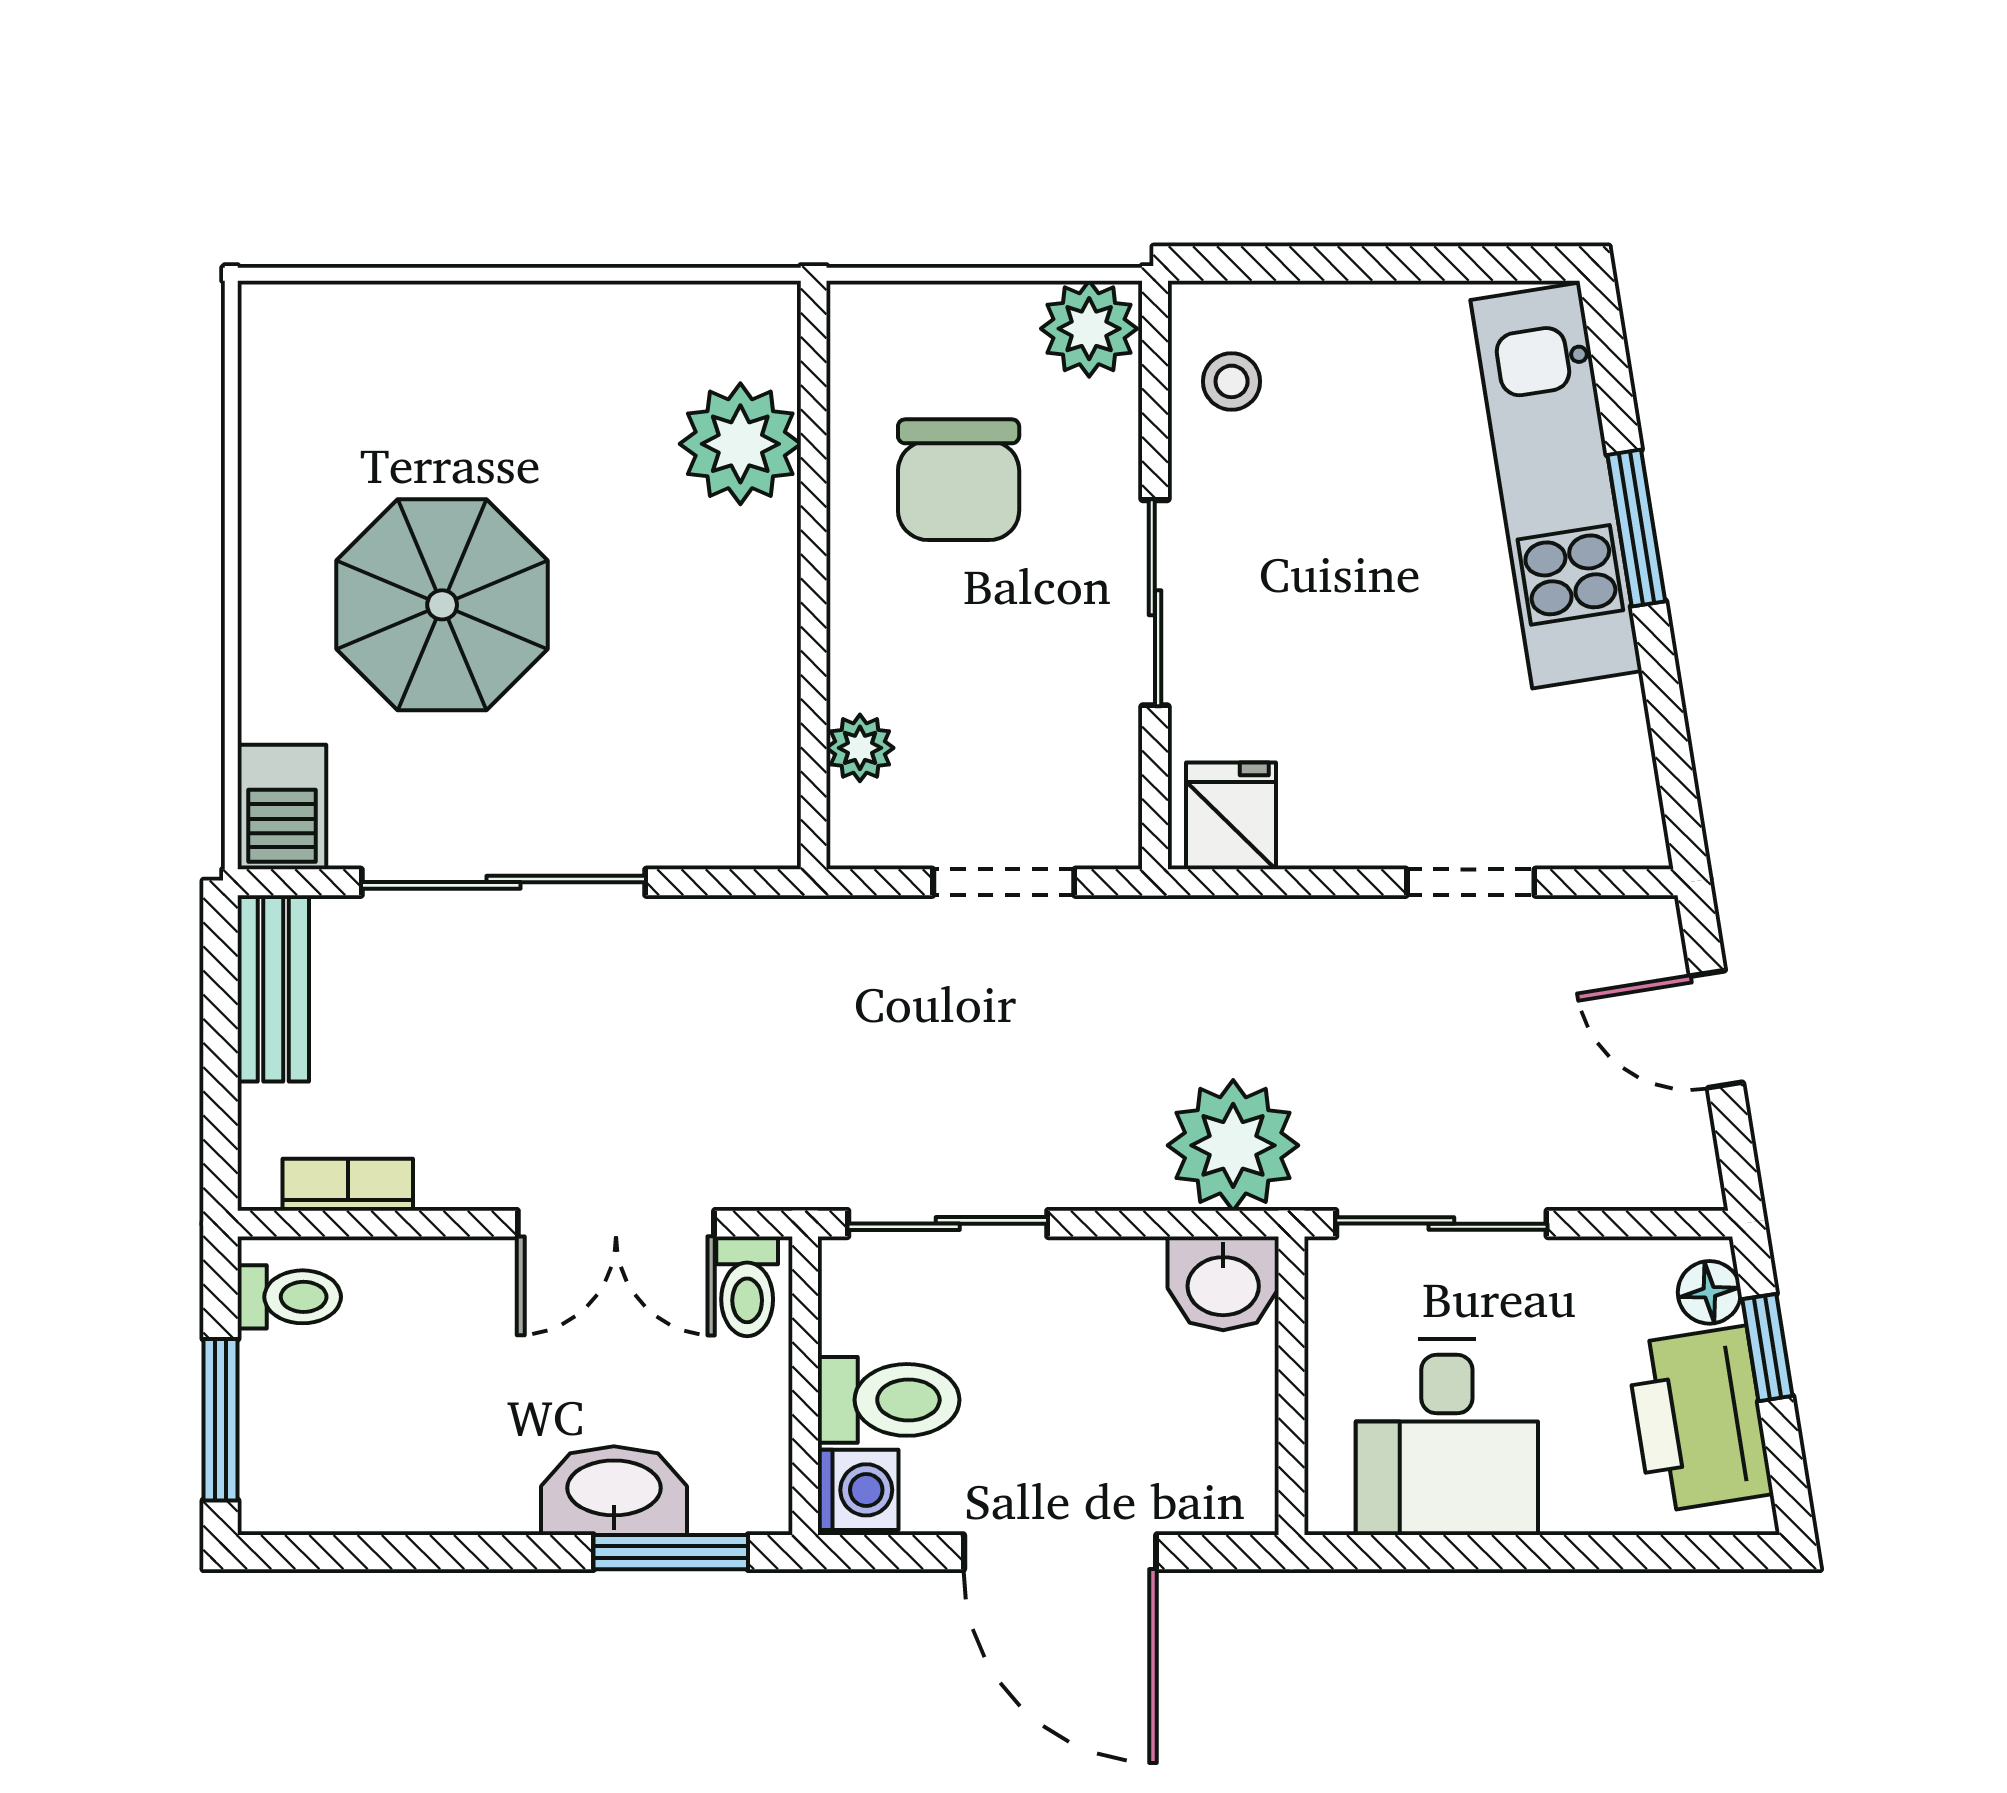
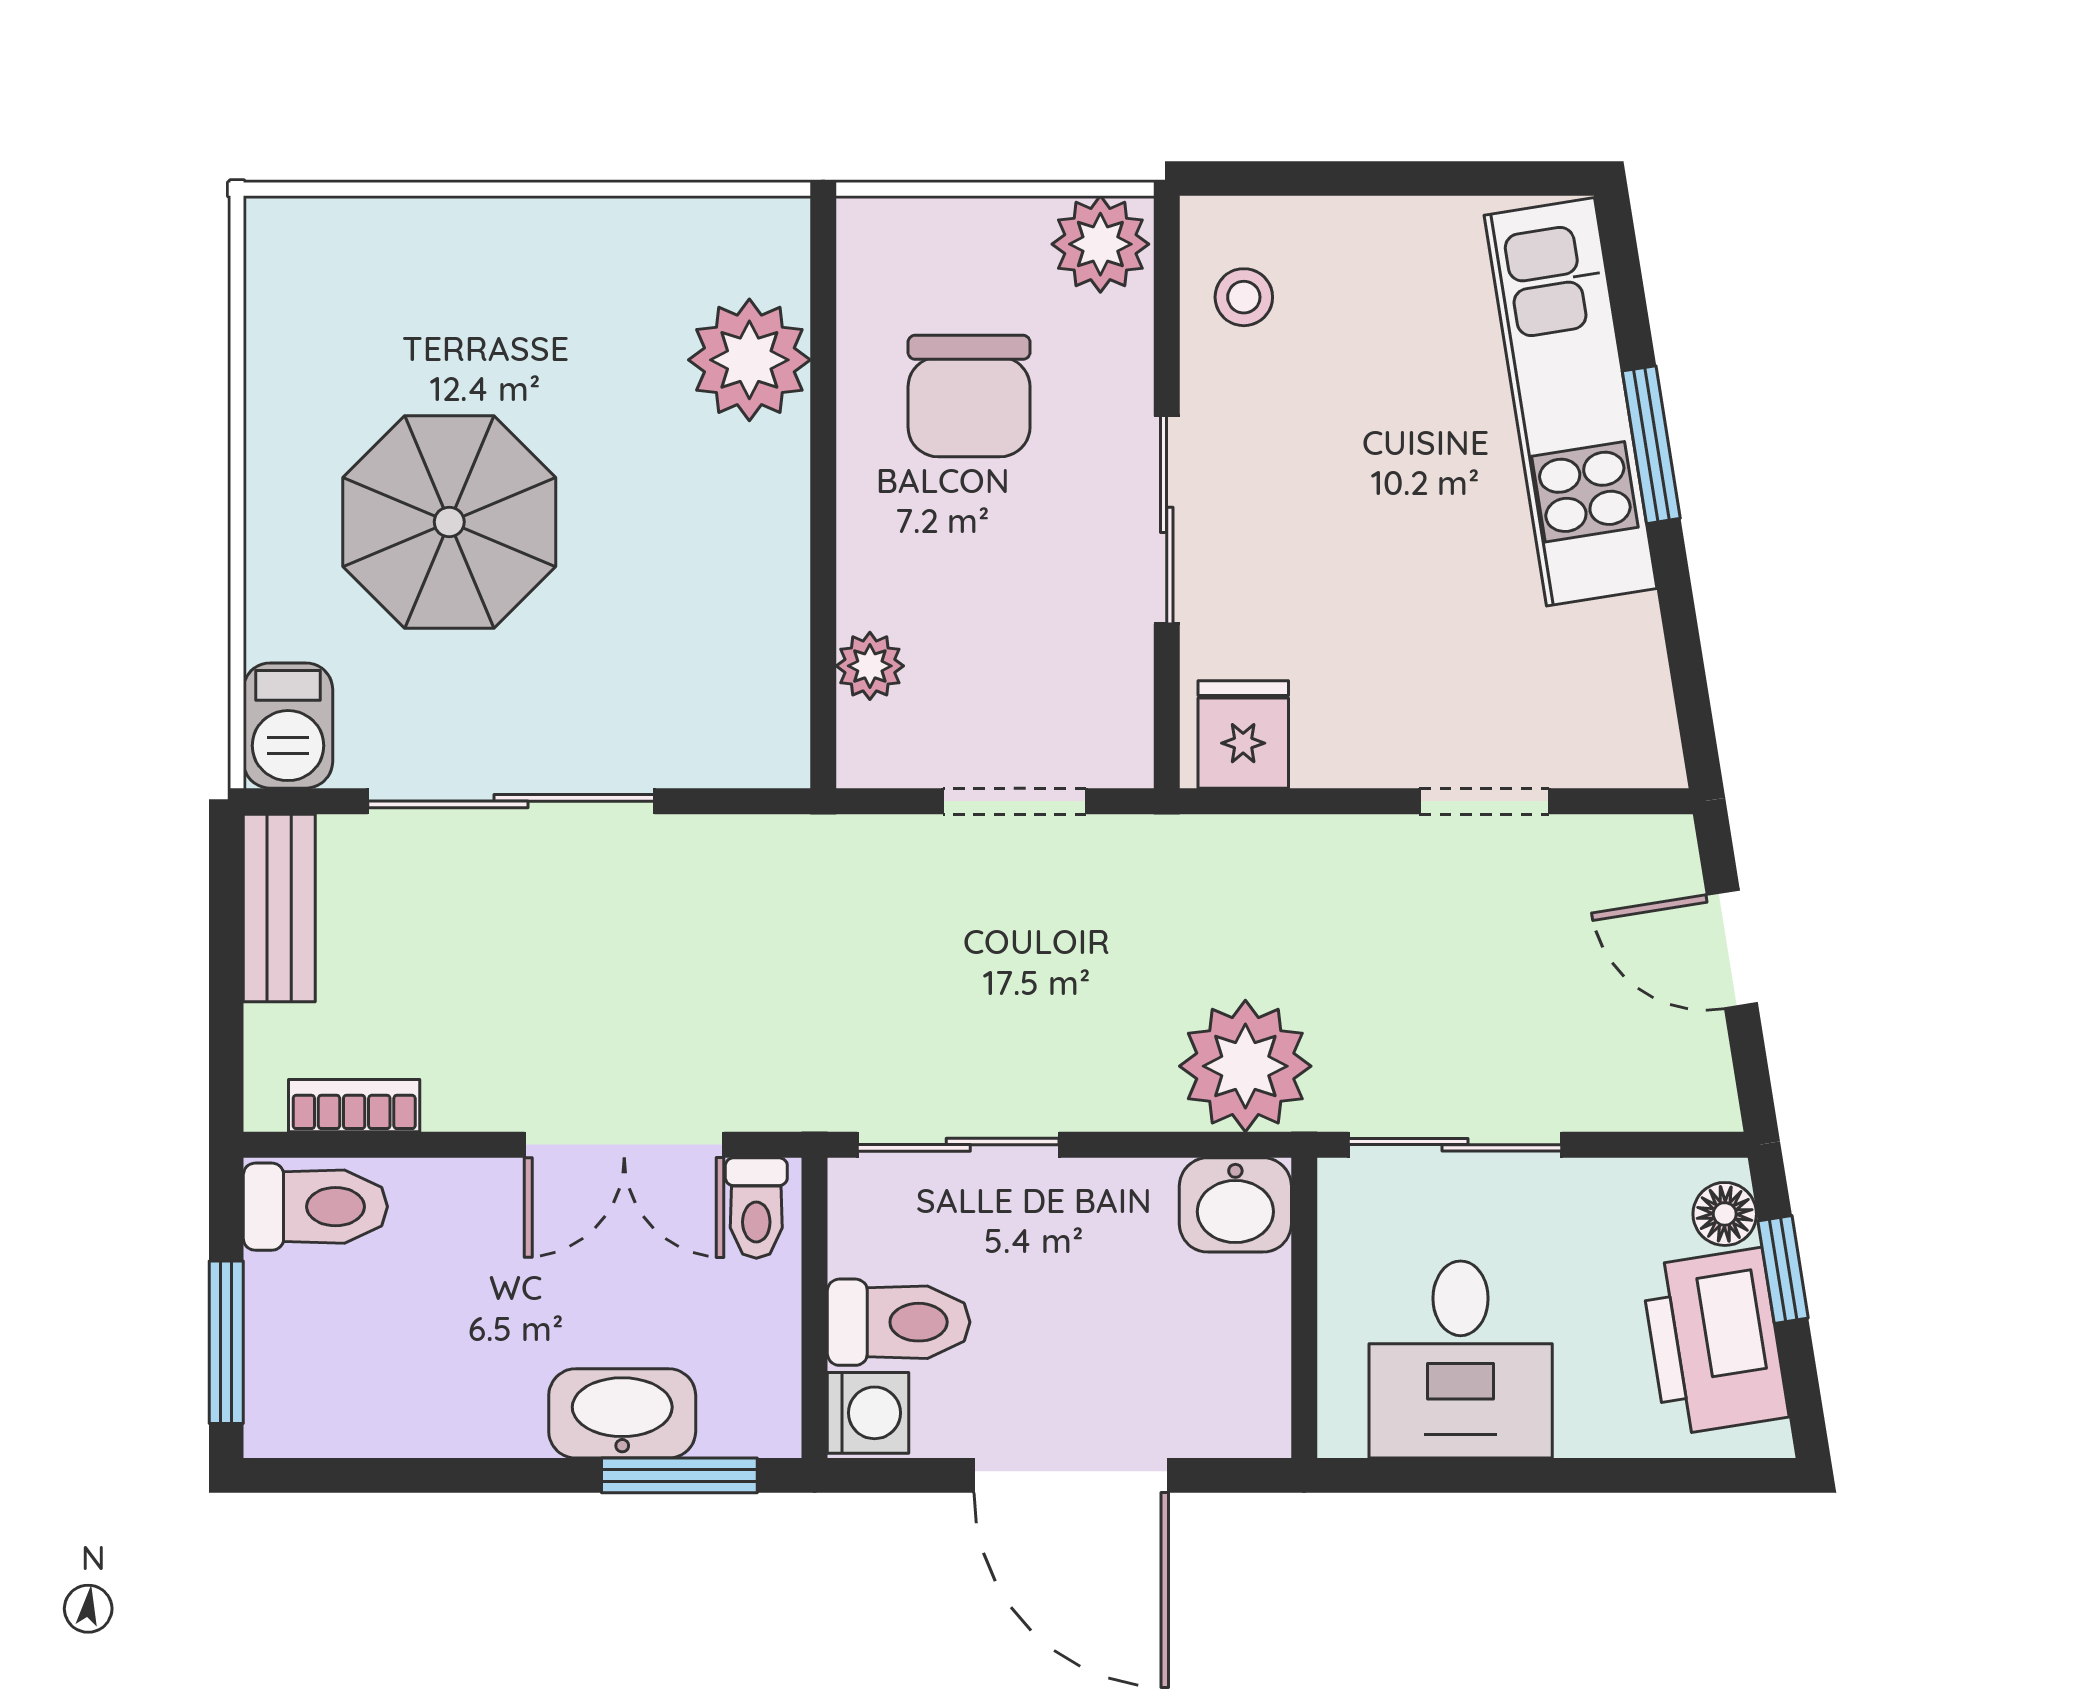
toilet: (289, 1297) -> (315, 1207), width x1.37, depth x1.39

